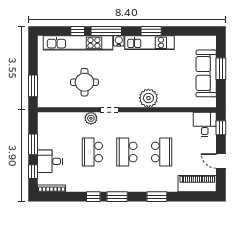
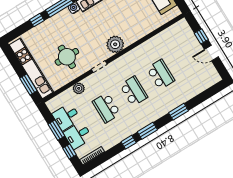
kitchen unit: (78, 43) -> (31, 68), moved, turned -90
plant: (148, 98) -> (115, 44), moved
plant: (91, 118) -> (79, 88), moved
desk: (205, 124) -> (66, 117), moved, turned -90
window: (221, 128) -> (201, 36), moved
school desk: (127, 152) -> (134, 91), turned 180
piano: (197, 184) -> (204, 82), removed

